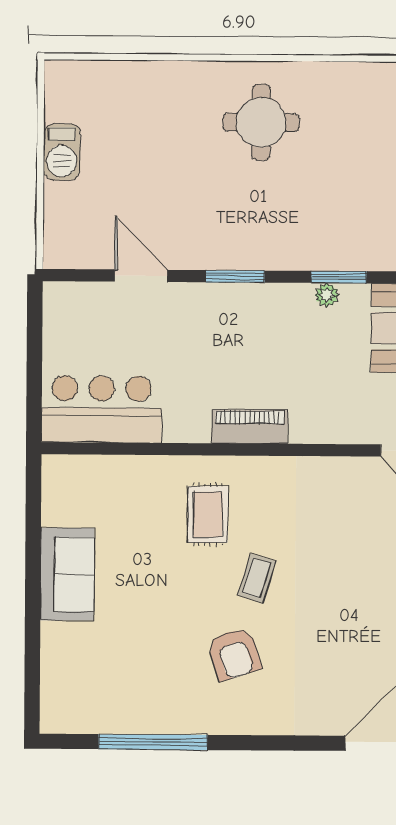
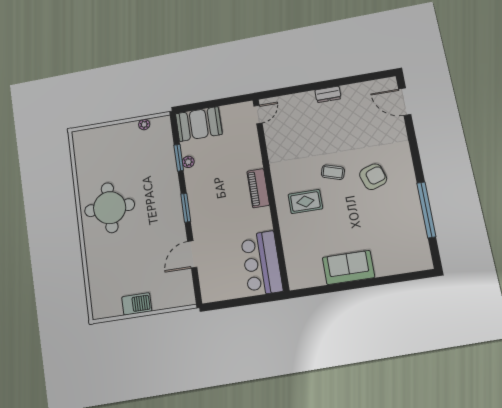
round table: (261, 122) -> (110, 208), width x1.36, depth x1.36

